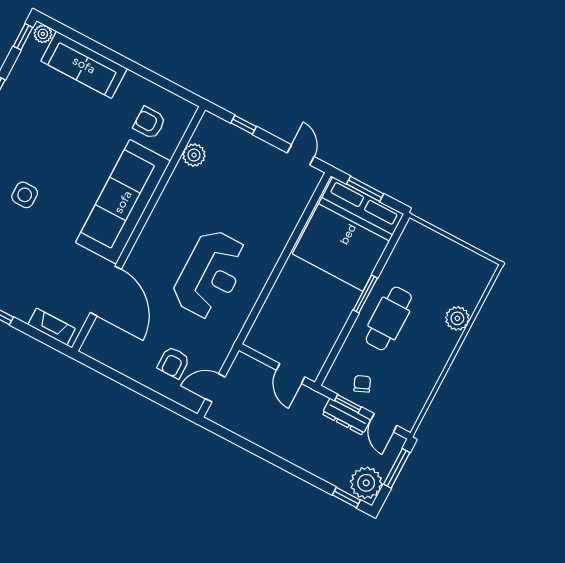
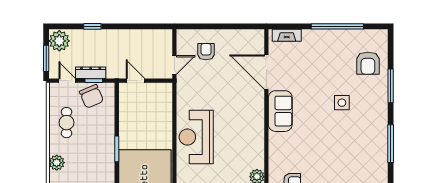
sofa: (123, 202) -> (280, 111), width x0.54, depth x0.79
reception desk: (210, 274) -> (196, 137), moved
cafe table: (389, 318) -> (67, 123), moved, width x0.73, depth x0.74
chair: (362, 384) -> (91, 96), width x1.87, depth x1.87
door: (215, 388) -> (174, 65), moved
window: (346, 498) -> (92, 26), moved

